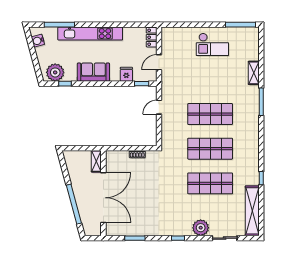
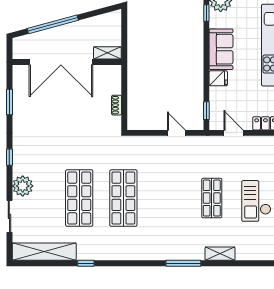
fridge: (126, 74) -> (218, 78), moved
shop shelf: (210, 114) -> (212, 198), moved, width x0.70, depth x0.74

